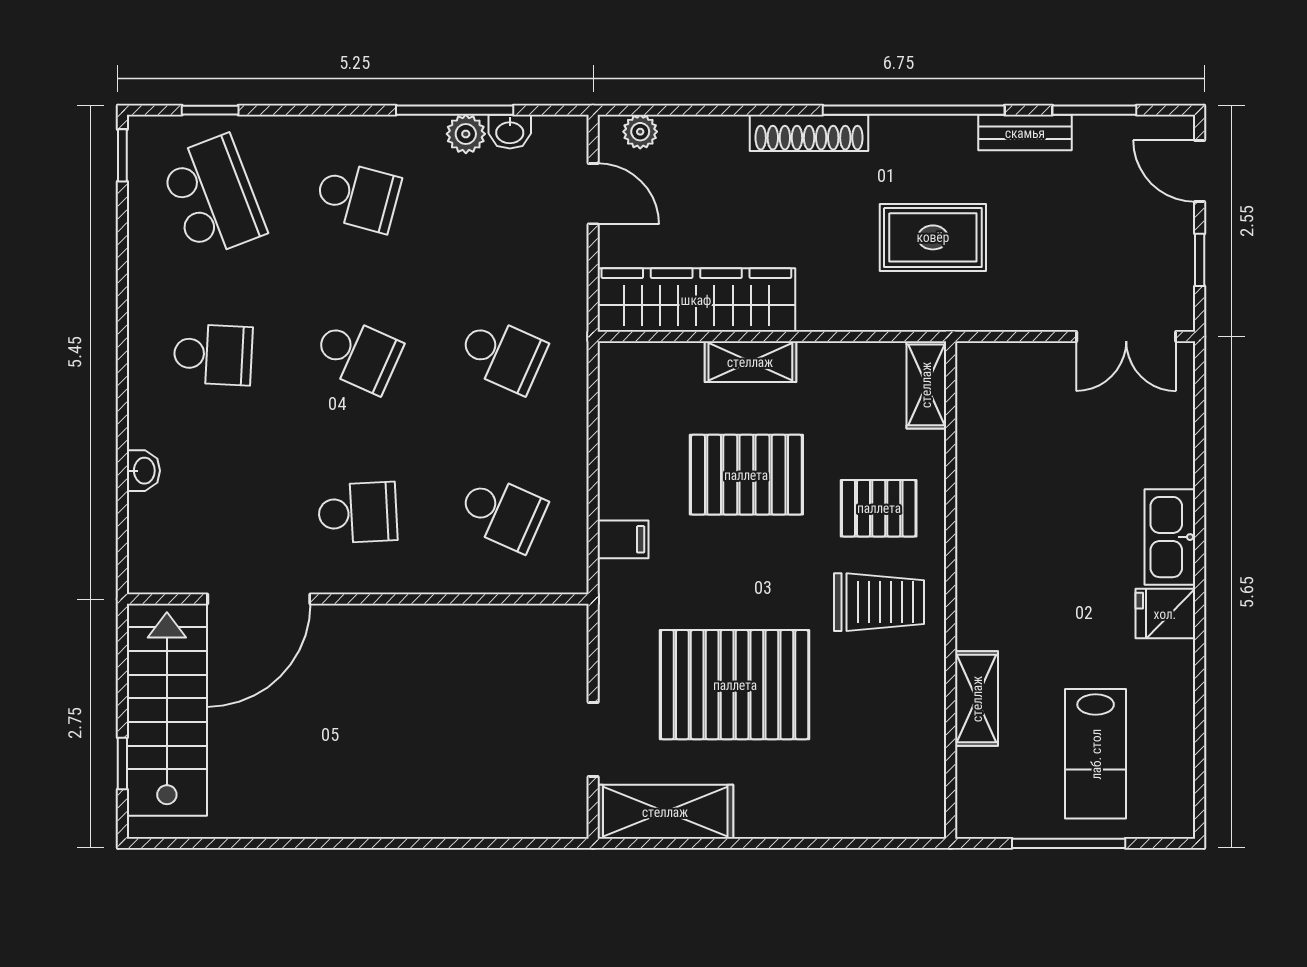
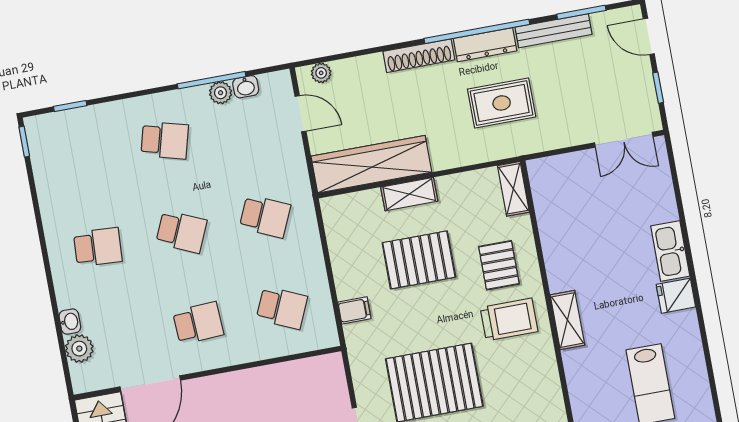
bench: (1025, 133) -> (553, 31), width x1.36
dresser: (923, 135) -> (485, 45), added
school desk: (213, 196) -> (81, 156), removed
pallet: (879, 508) -> (499, 265), turned 90
plant: (151, 519) -> (79, 349), added
shelving: (977, 699) -> (567, 320), moved

